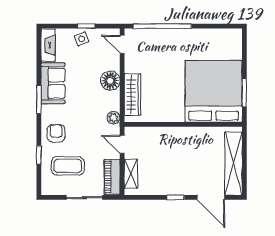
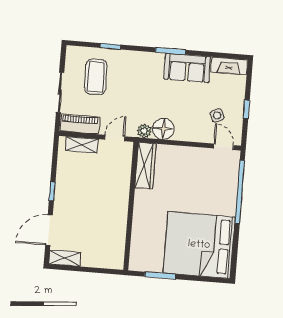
side table: (82, 39) -> (217, 116), moved
door: (122, 44) -> (224, 147), hinge flipped
floor lamp: (110, 81) -> (163, 129), moved
bed: (214, 91) -> (199, 245), moved, turned 180
wardrobe: (132, 94) -> (145, 166), moved, turned -90
armchair: (56, 133) -> (132, 67), removed
shelving: (233, 164) -> (65, 258), width x0.45, depth x0.75

